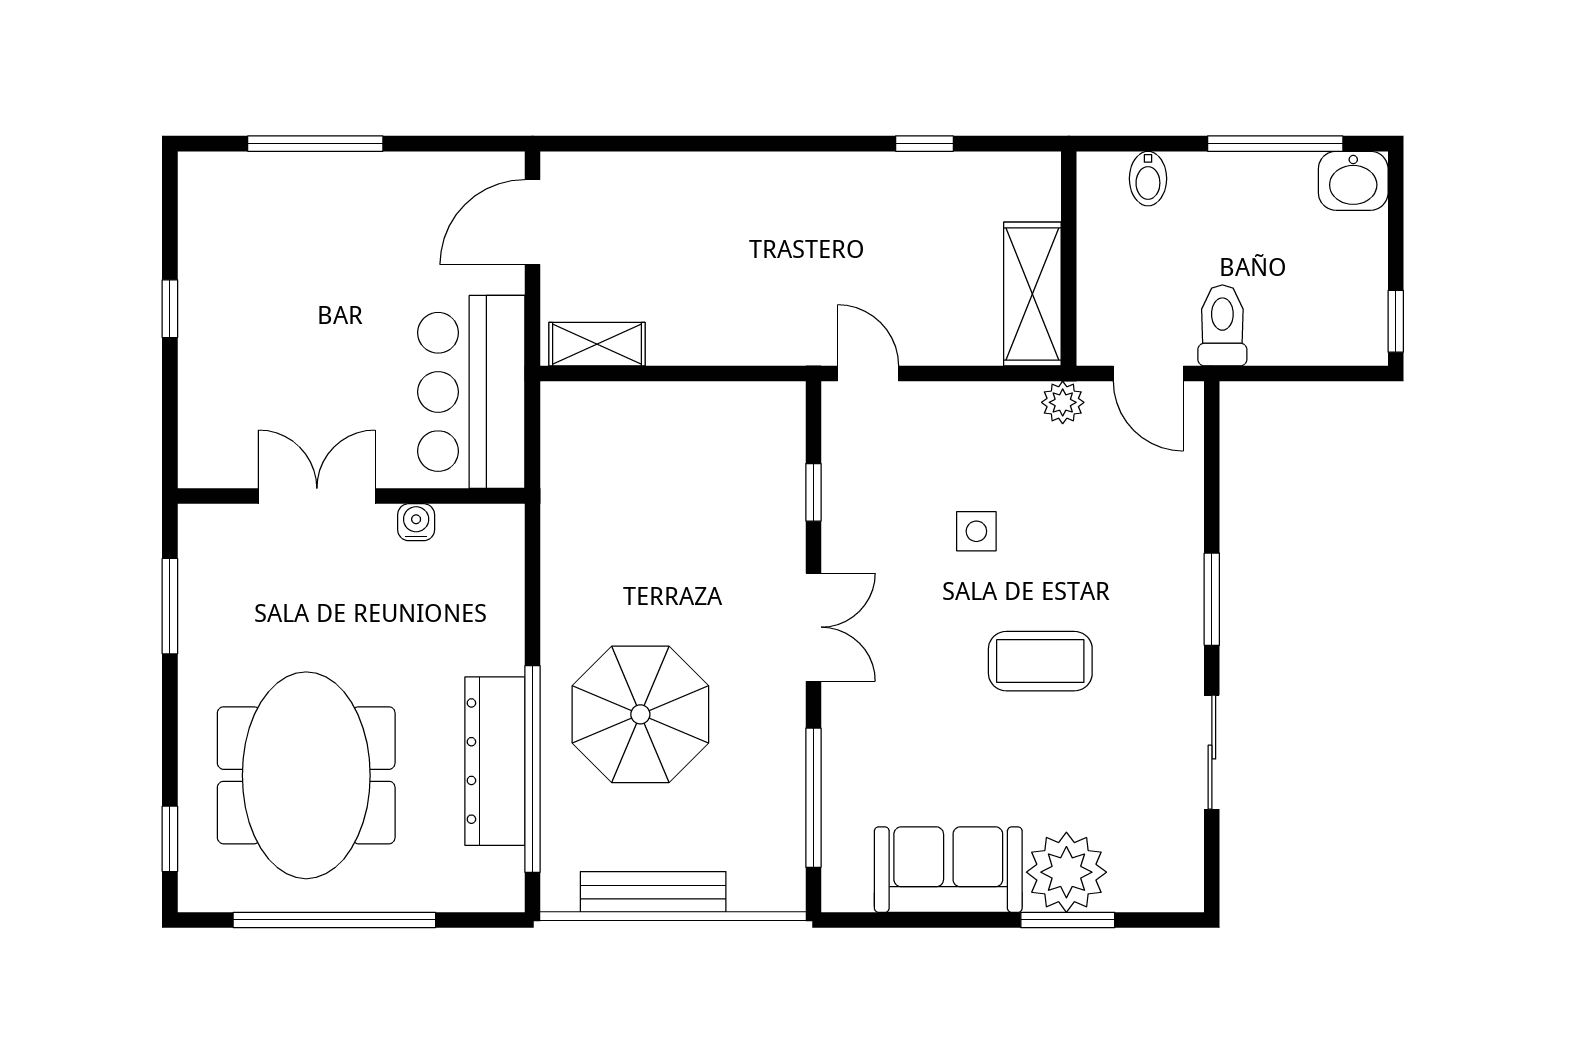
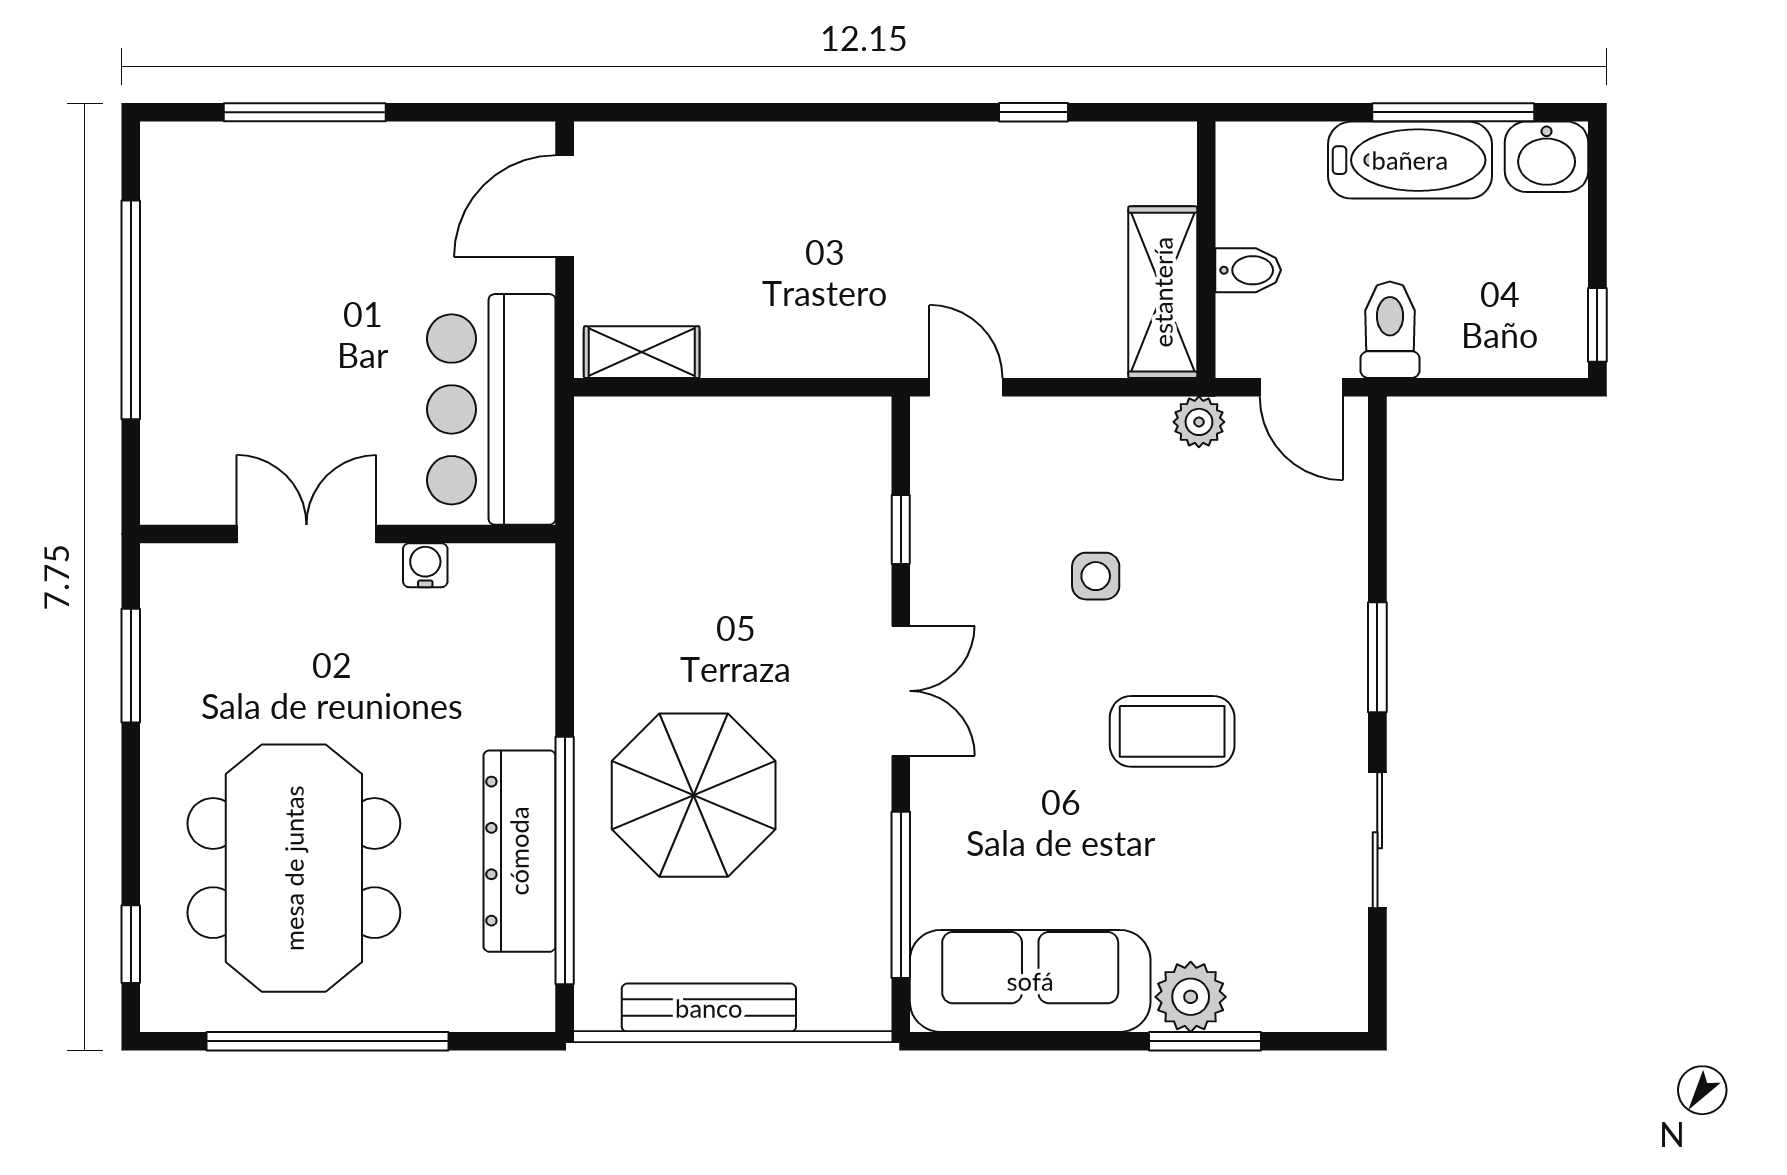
bidet: (1148, 179) -> (1248, 270), moved, turned -90
bathtub: (1239, 184) -> (1410, 160), added
window: (170, 309) -> (131, 310), width x3.17
sofa: (948, 870) -> (1030, 981), width x1.36
plant: (1066, 872) -> (1191, 997), width x0.73, depth x0.73

